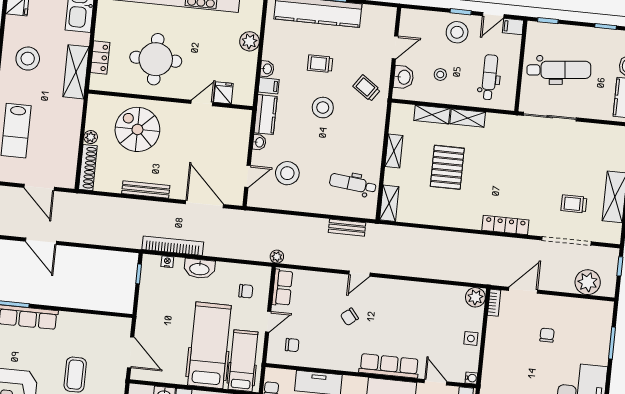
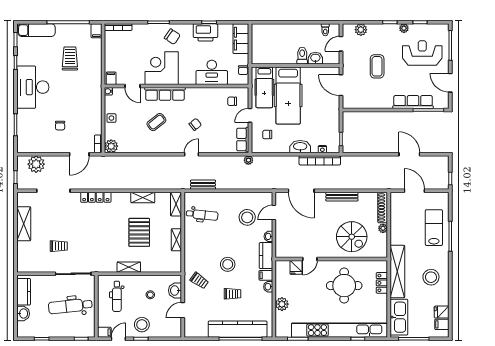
shelving: (76, 72) -> (397, 272), width x1.47
shelving: (432, 115) -> (143, 197), moved
trolley: (574, 204) -> (59, 246), moved
coffee table: (406, 326) -> (156, 122), added

